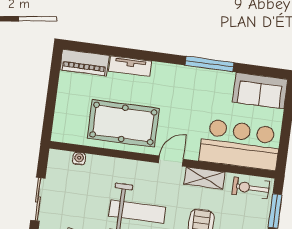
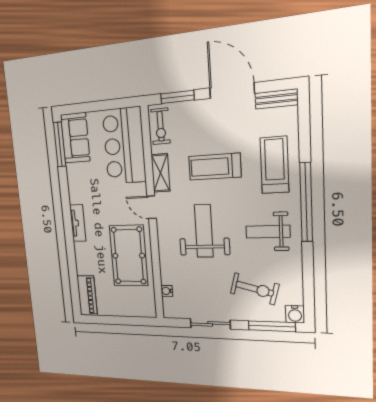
window: (209, 64) -> (60, 144), moved
tv unit: (130, 66) -> (78, 223), moved

